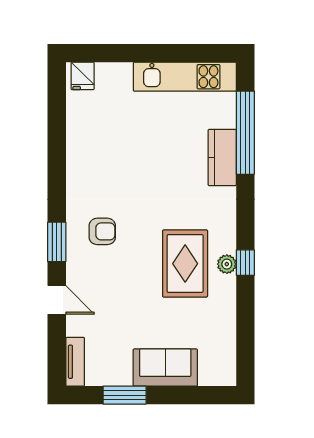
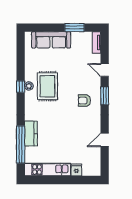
fridge: (83, 76) -> (76, 170), moved
door: (57, 143) -> (105, 140), added
sofa: (165, 368) -> (51, 40), width x1.36

